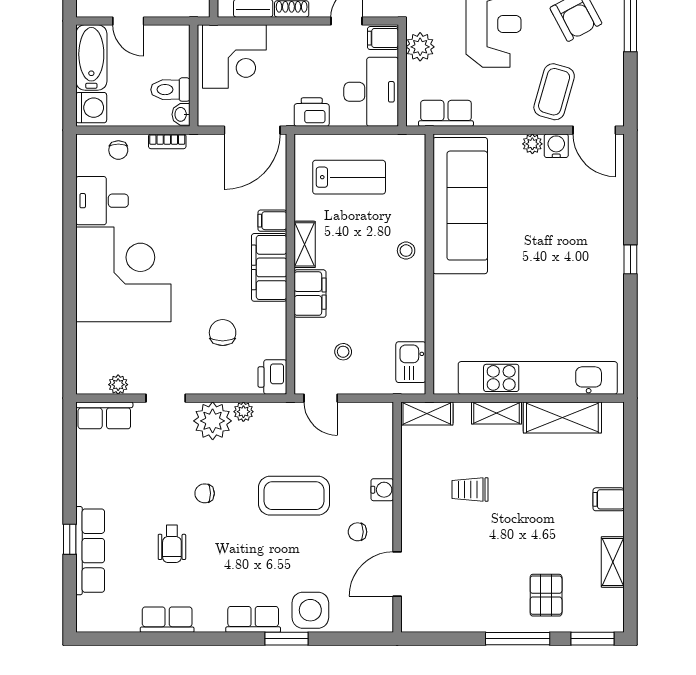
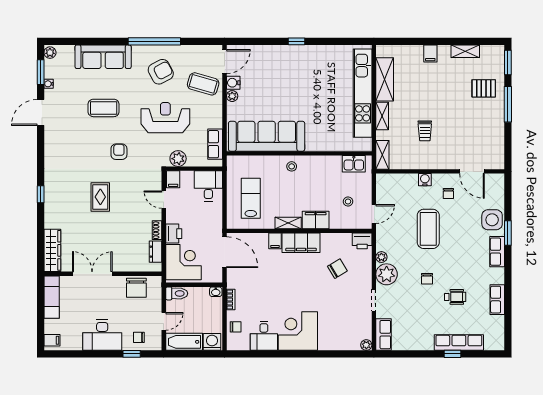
toilet: (170, 90) -> (177, 293), moved, turned -90
desk: (371, 92) -> (208, 186), width x0.73
printer: (312, 112) -> (174, 234), moved, turned 180
corner desk: (123, 274) -> (298, 331), width x0.74, depth x0.74
chair: (223, 333) -> (337, 269), turned 149
plant: (118, 385) -> (366, 345), moved

